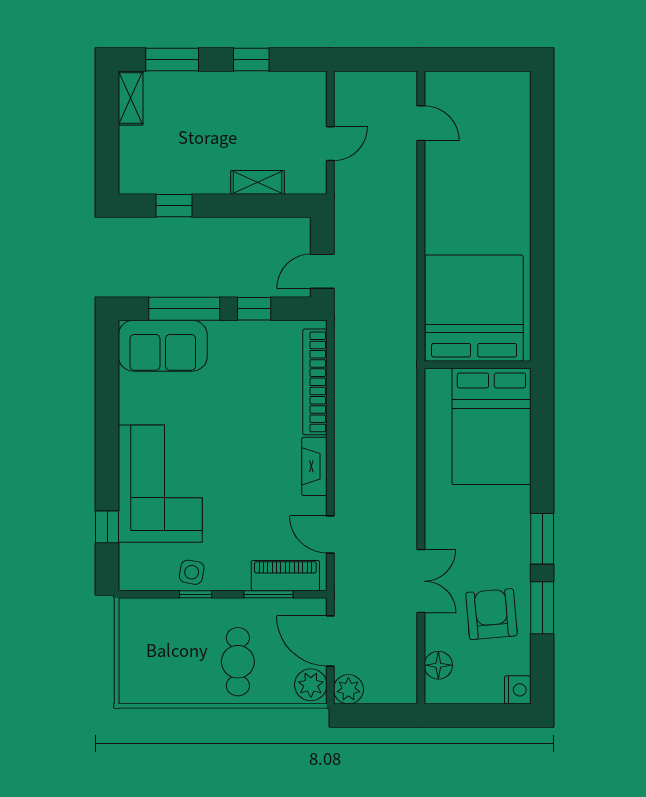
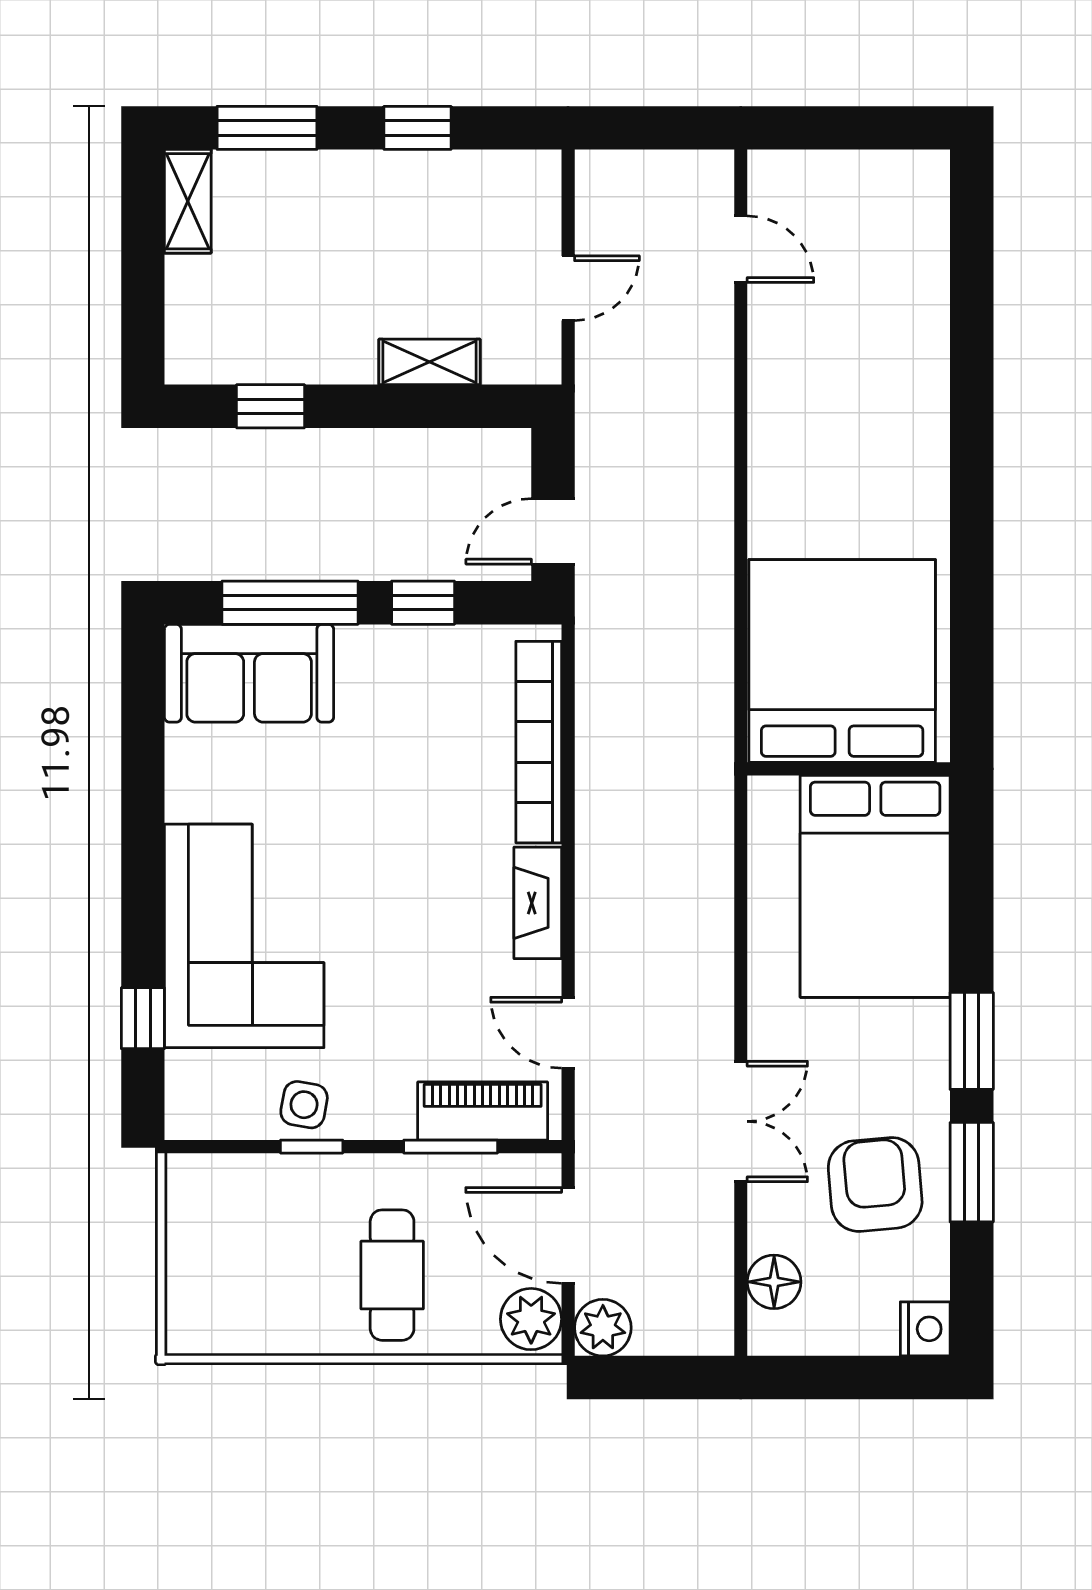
bed: (474, 308) -> (842, 661), moved
wall: (478, 365) -> (849, 769), moved
bed: (491, 426) -> (875, 886), moved

